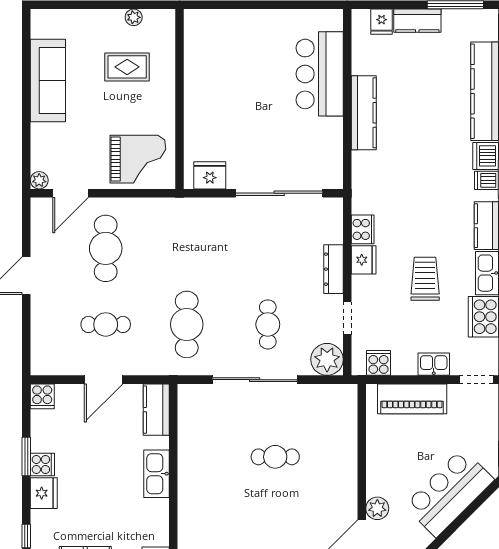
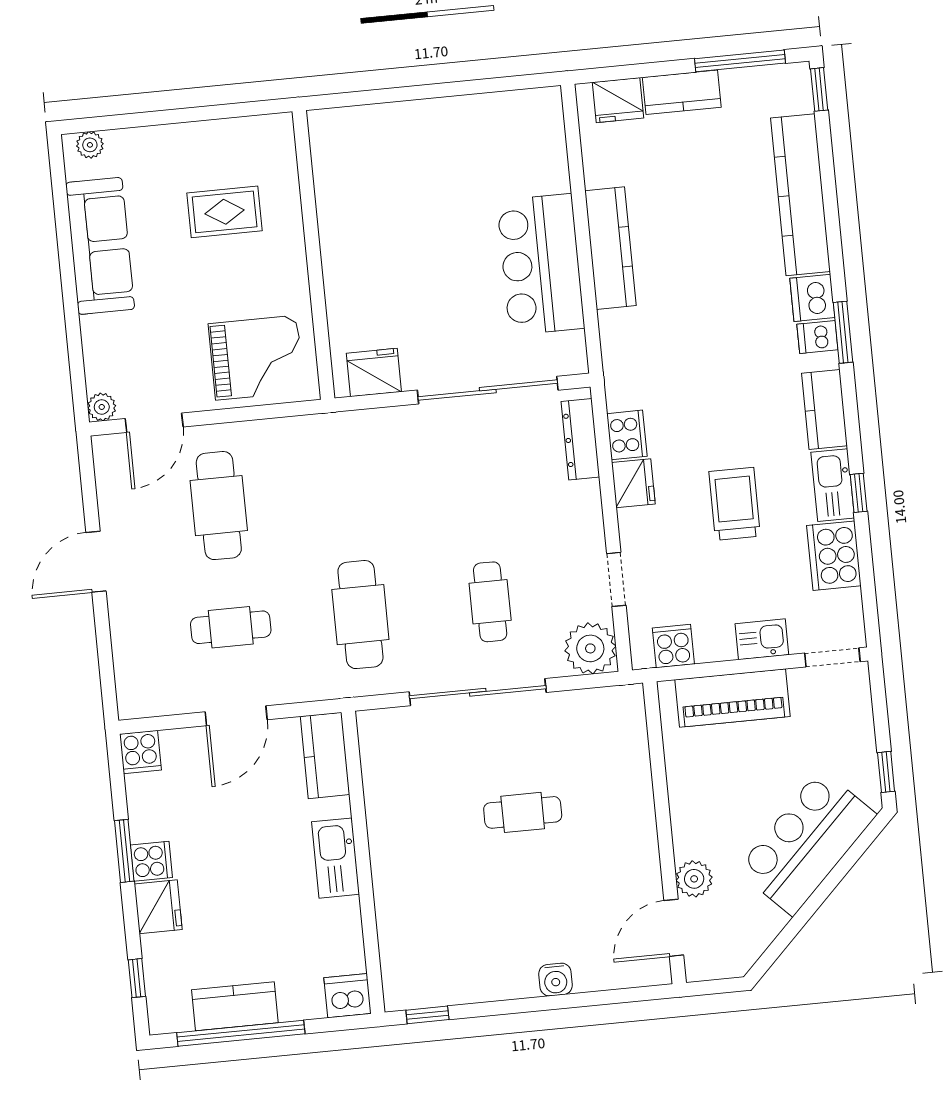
plant: (134, 17) -> (90, 145), moved
fridge: (382, 22) -> (618, 100), width x1.38
bar counter: (320, 74) -> (541, 264), moved
dresser: (333, 269) -> (580, 439), moved

